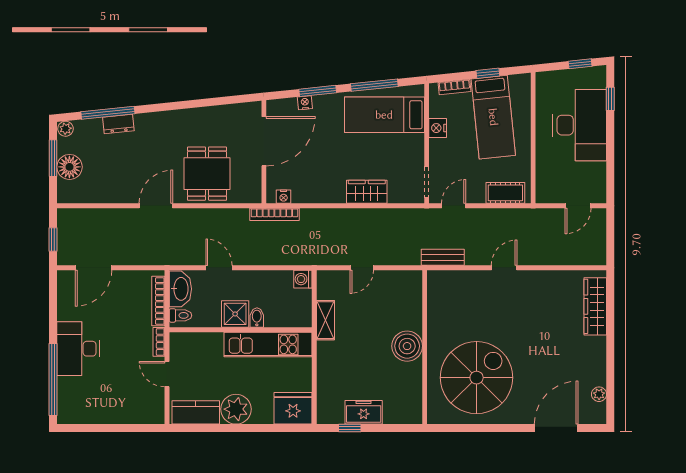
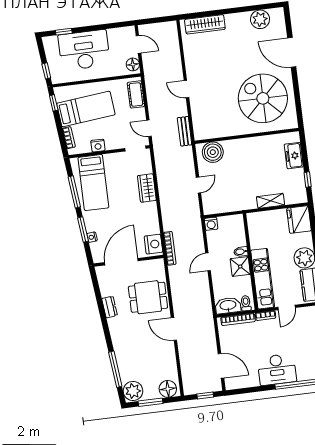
window: (580, 64) -> (46, 71), moved
window: (488, 73) -> (54, 103), moved
dresser: (118, 124) -> (109, 307), moved
plant: (65, 129) -> (133, 391), width x1.87, depth x1.87
door: (264, 141) -> (121, 262), hinge flipped
floor lamp: (69, 167) -> (168, 389), moved
floor lamp: (550, 194) -> (133, 64), added
nightstand: (284, 197) -> (153, 244), width x1.89, depth x1.79
door: (219, 268) -> (208, 262), moved
door: (362, 268) -> (198, 185), hinge flipped
shelving: (325, 320) -> (271, 201), moved
kitchen unit: (268, 344) -> (263, 279), moved
boiler: (407, 346) -> (213, 152), moved
plant: (599, 394) -> (260, 19), width x1.88, depth x1.88
freezer: (364, 412) -> (294, 156), moved
door: (556, 428) -> (292, 52), moved

